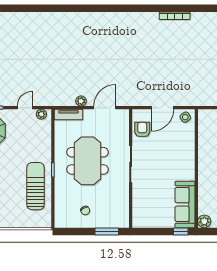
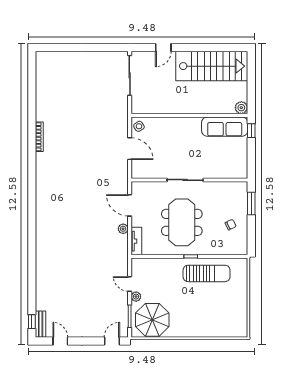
plant: (41, 114) -> (136, 297), moved
armchair: (142, 130) -> (151, 169), removed
meeting table: (87, 161) -> (182, 222), turned 90
sun lounger: (36, 186) -> (207, 273), turned 180

